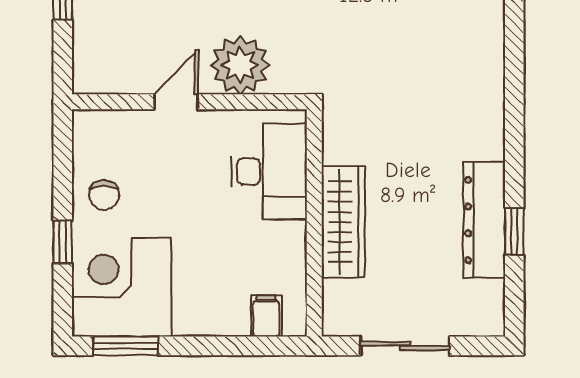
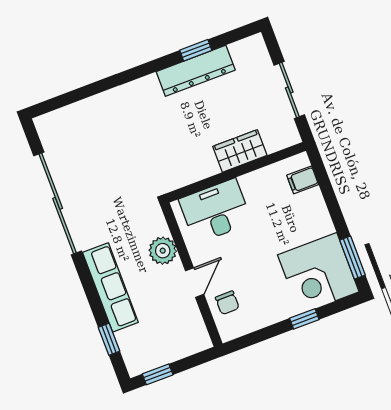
plant: (240, 65) -> (163, 251), width x0.73, depth x0.73
door: (176, 102) -> (195, 283), swing flipped
chair: (104, 195) -> (227, 303), moved, turned 90
wardrobe: (343, 222) -> (240, 151), width x0.67

